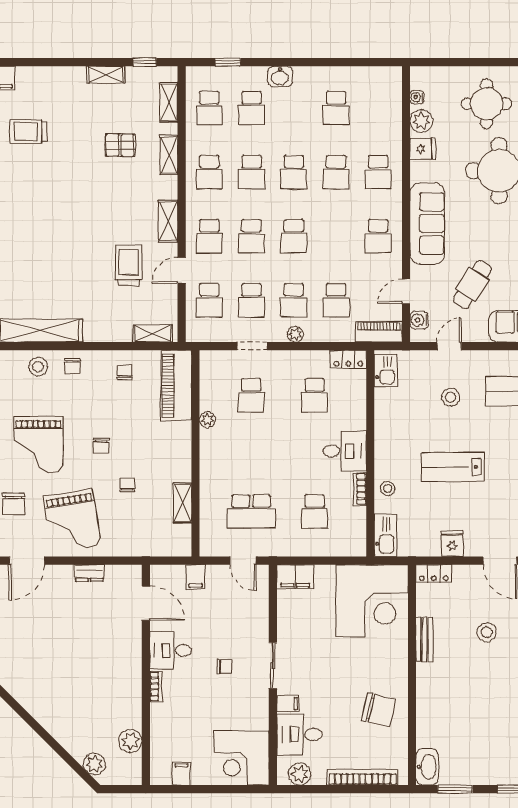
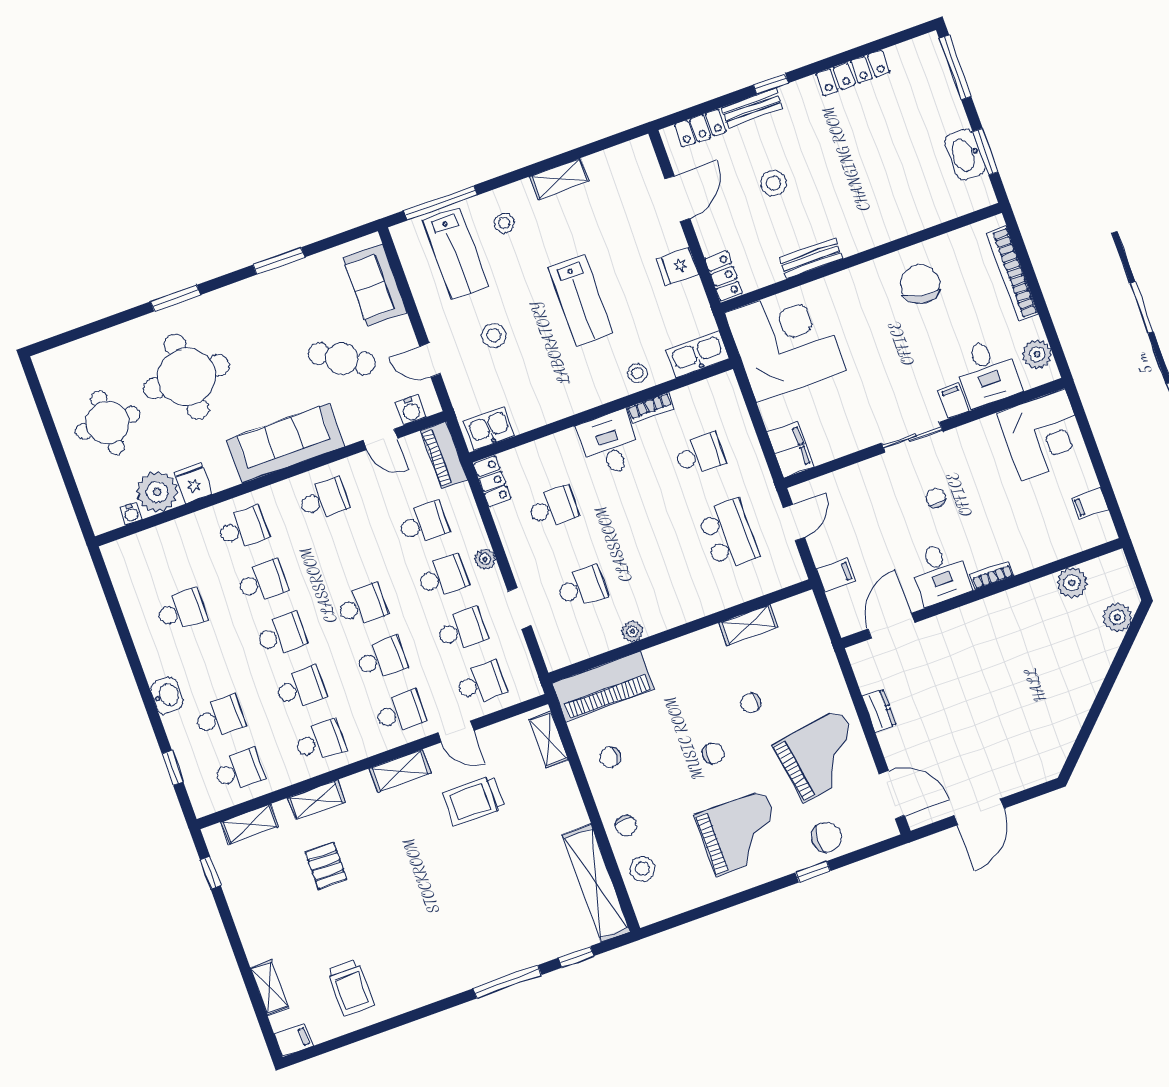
shelving: (106, 75) -> (269, 987), moved
plant: (421, 121) -> (157, 492), width x1.36, depth x1.36
chair: (73, 366) -> (626, 826), turned 90
washbasin: (427, 767) -> (965, 155), moved, turned -90

